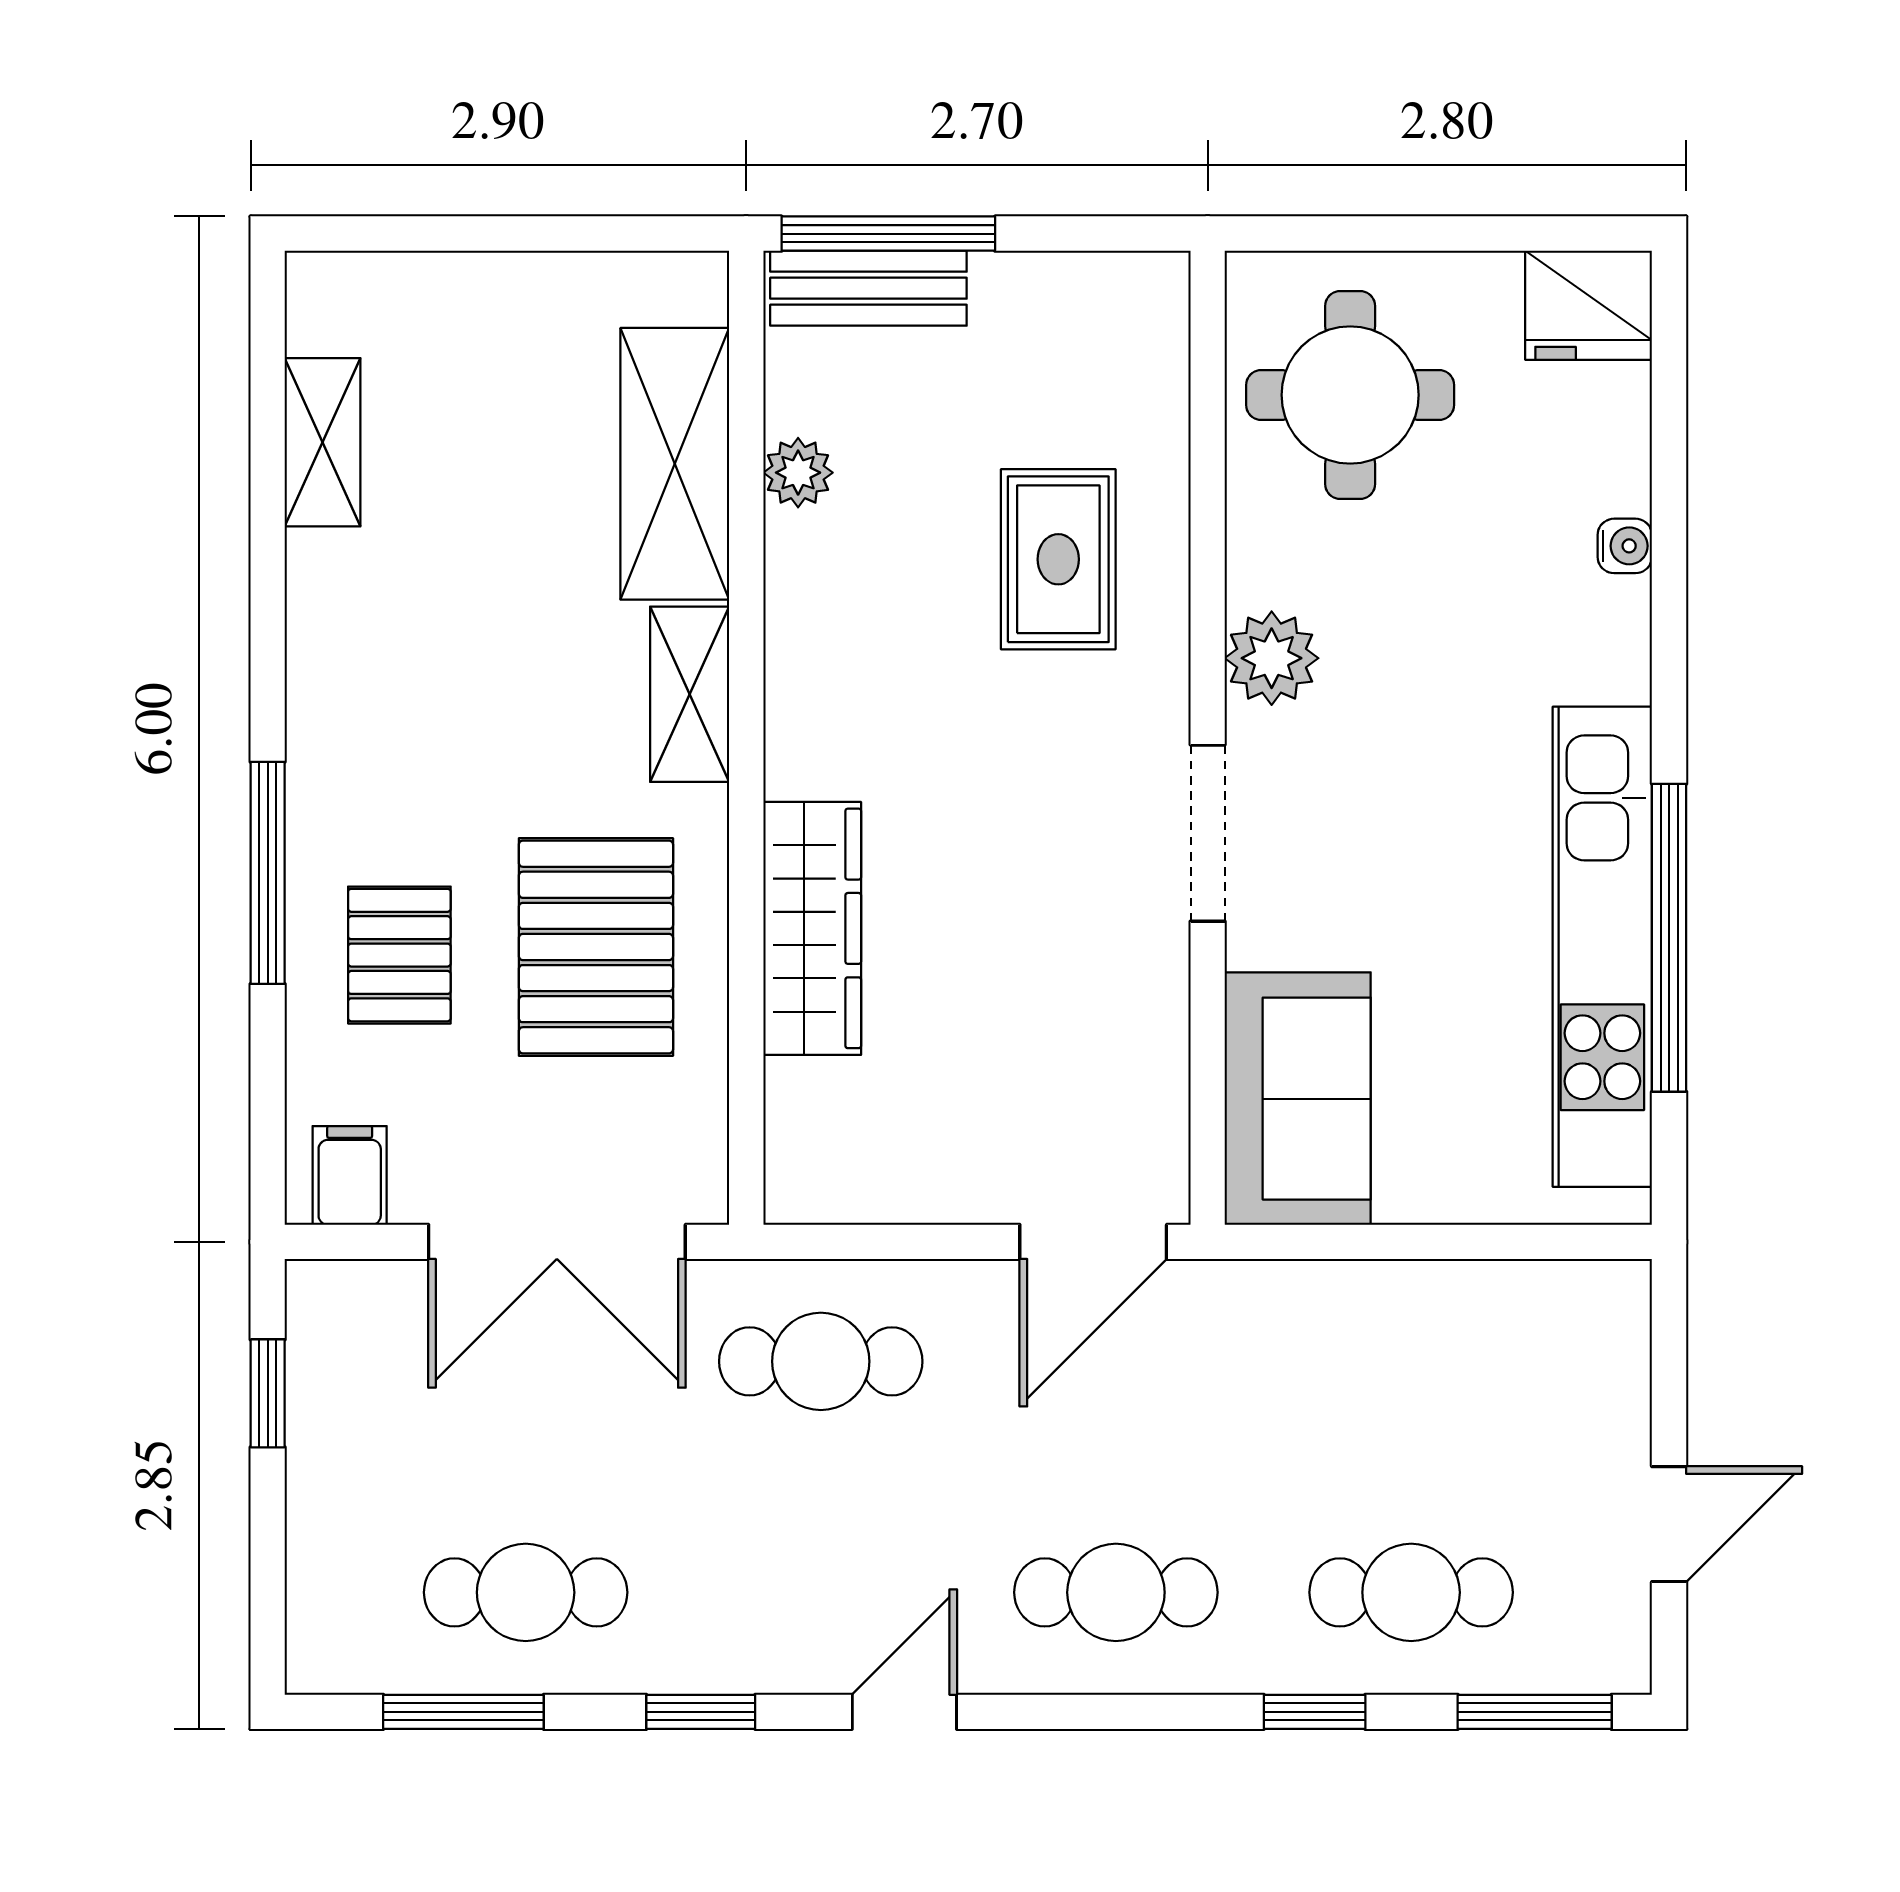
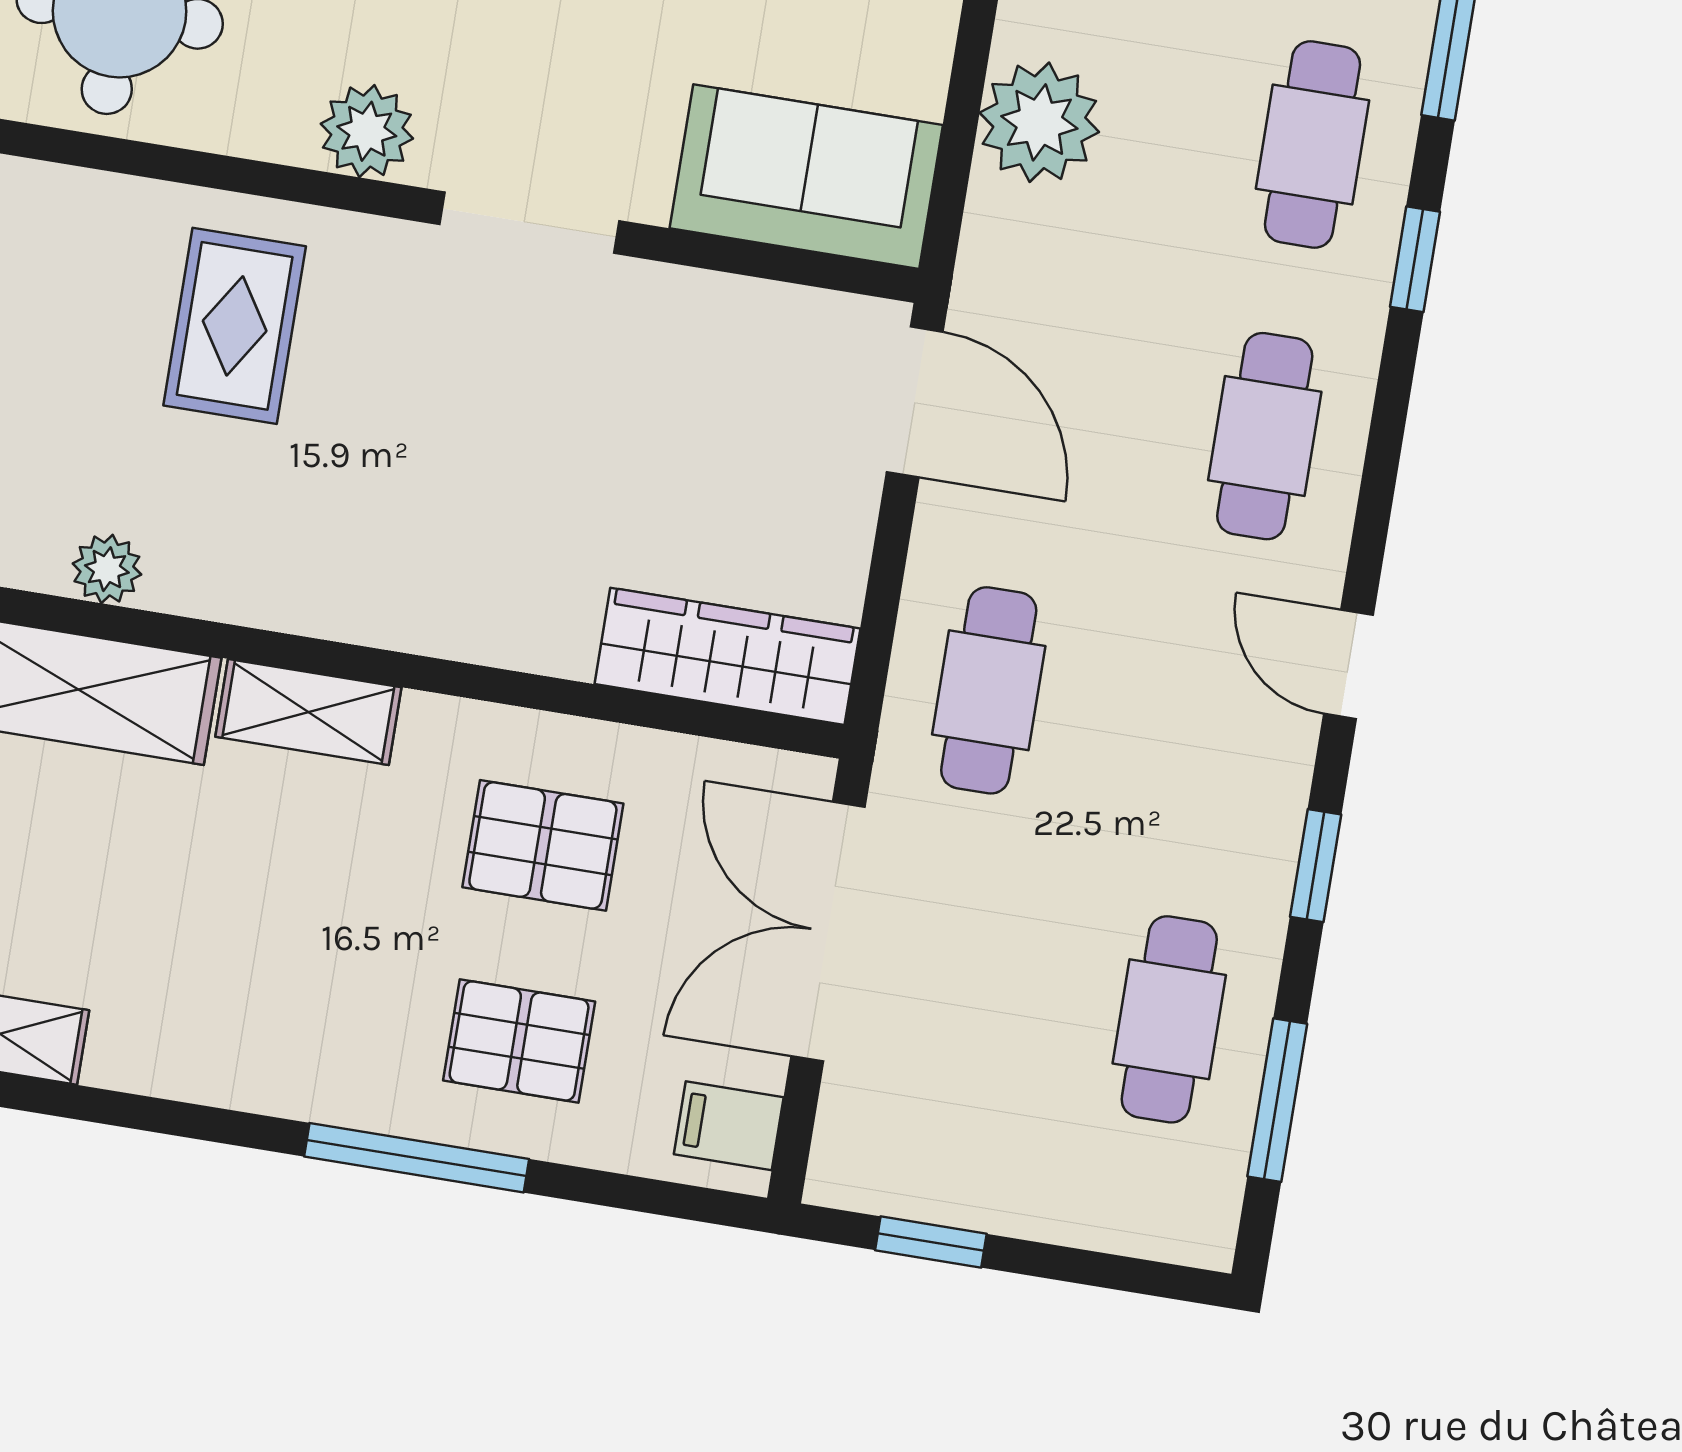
rug: (1058, 559) -> (235, 326), turned 90
wardrobe: (812, 928) -> (727, 656), moved
pallet: (596, 947) -> (543, 845), width x0.67, depth x0.71
double door: (557, 1242) -> (828, 932), swing flipped
plant: (1389, 1320) -> (1039, 122), added

